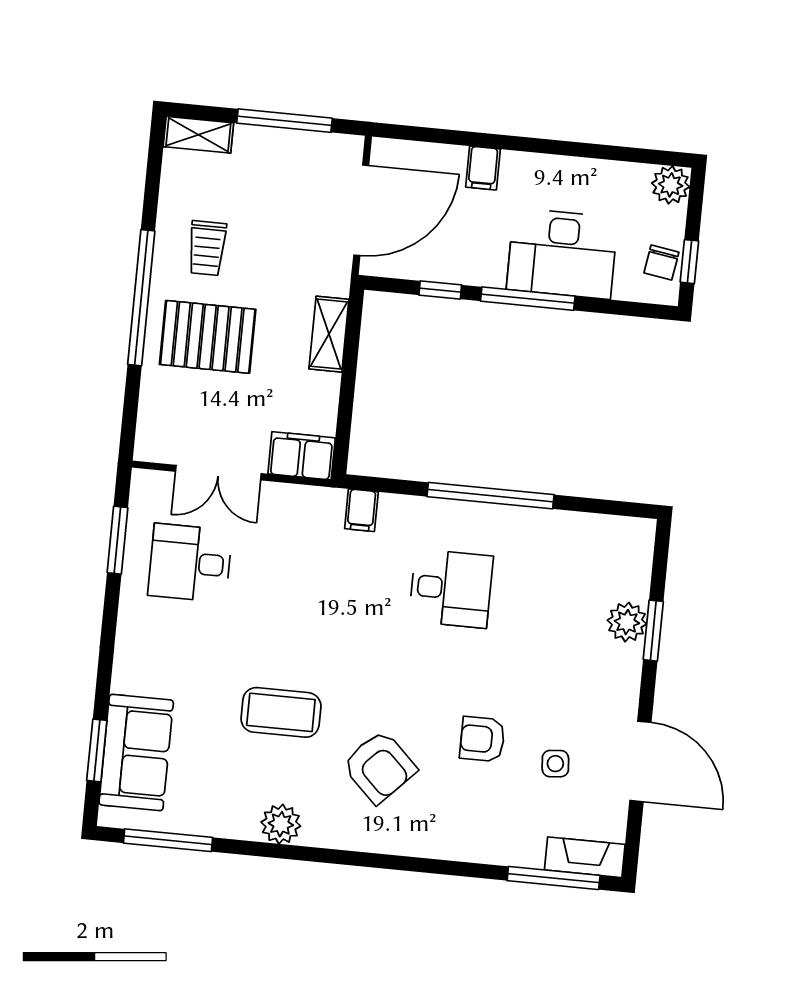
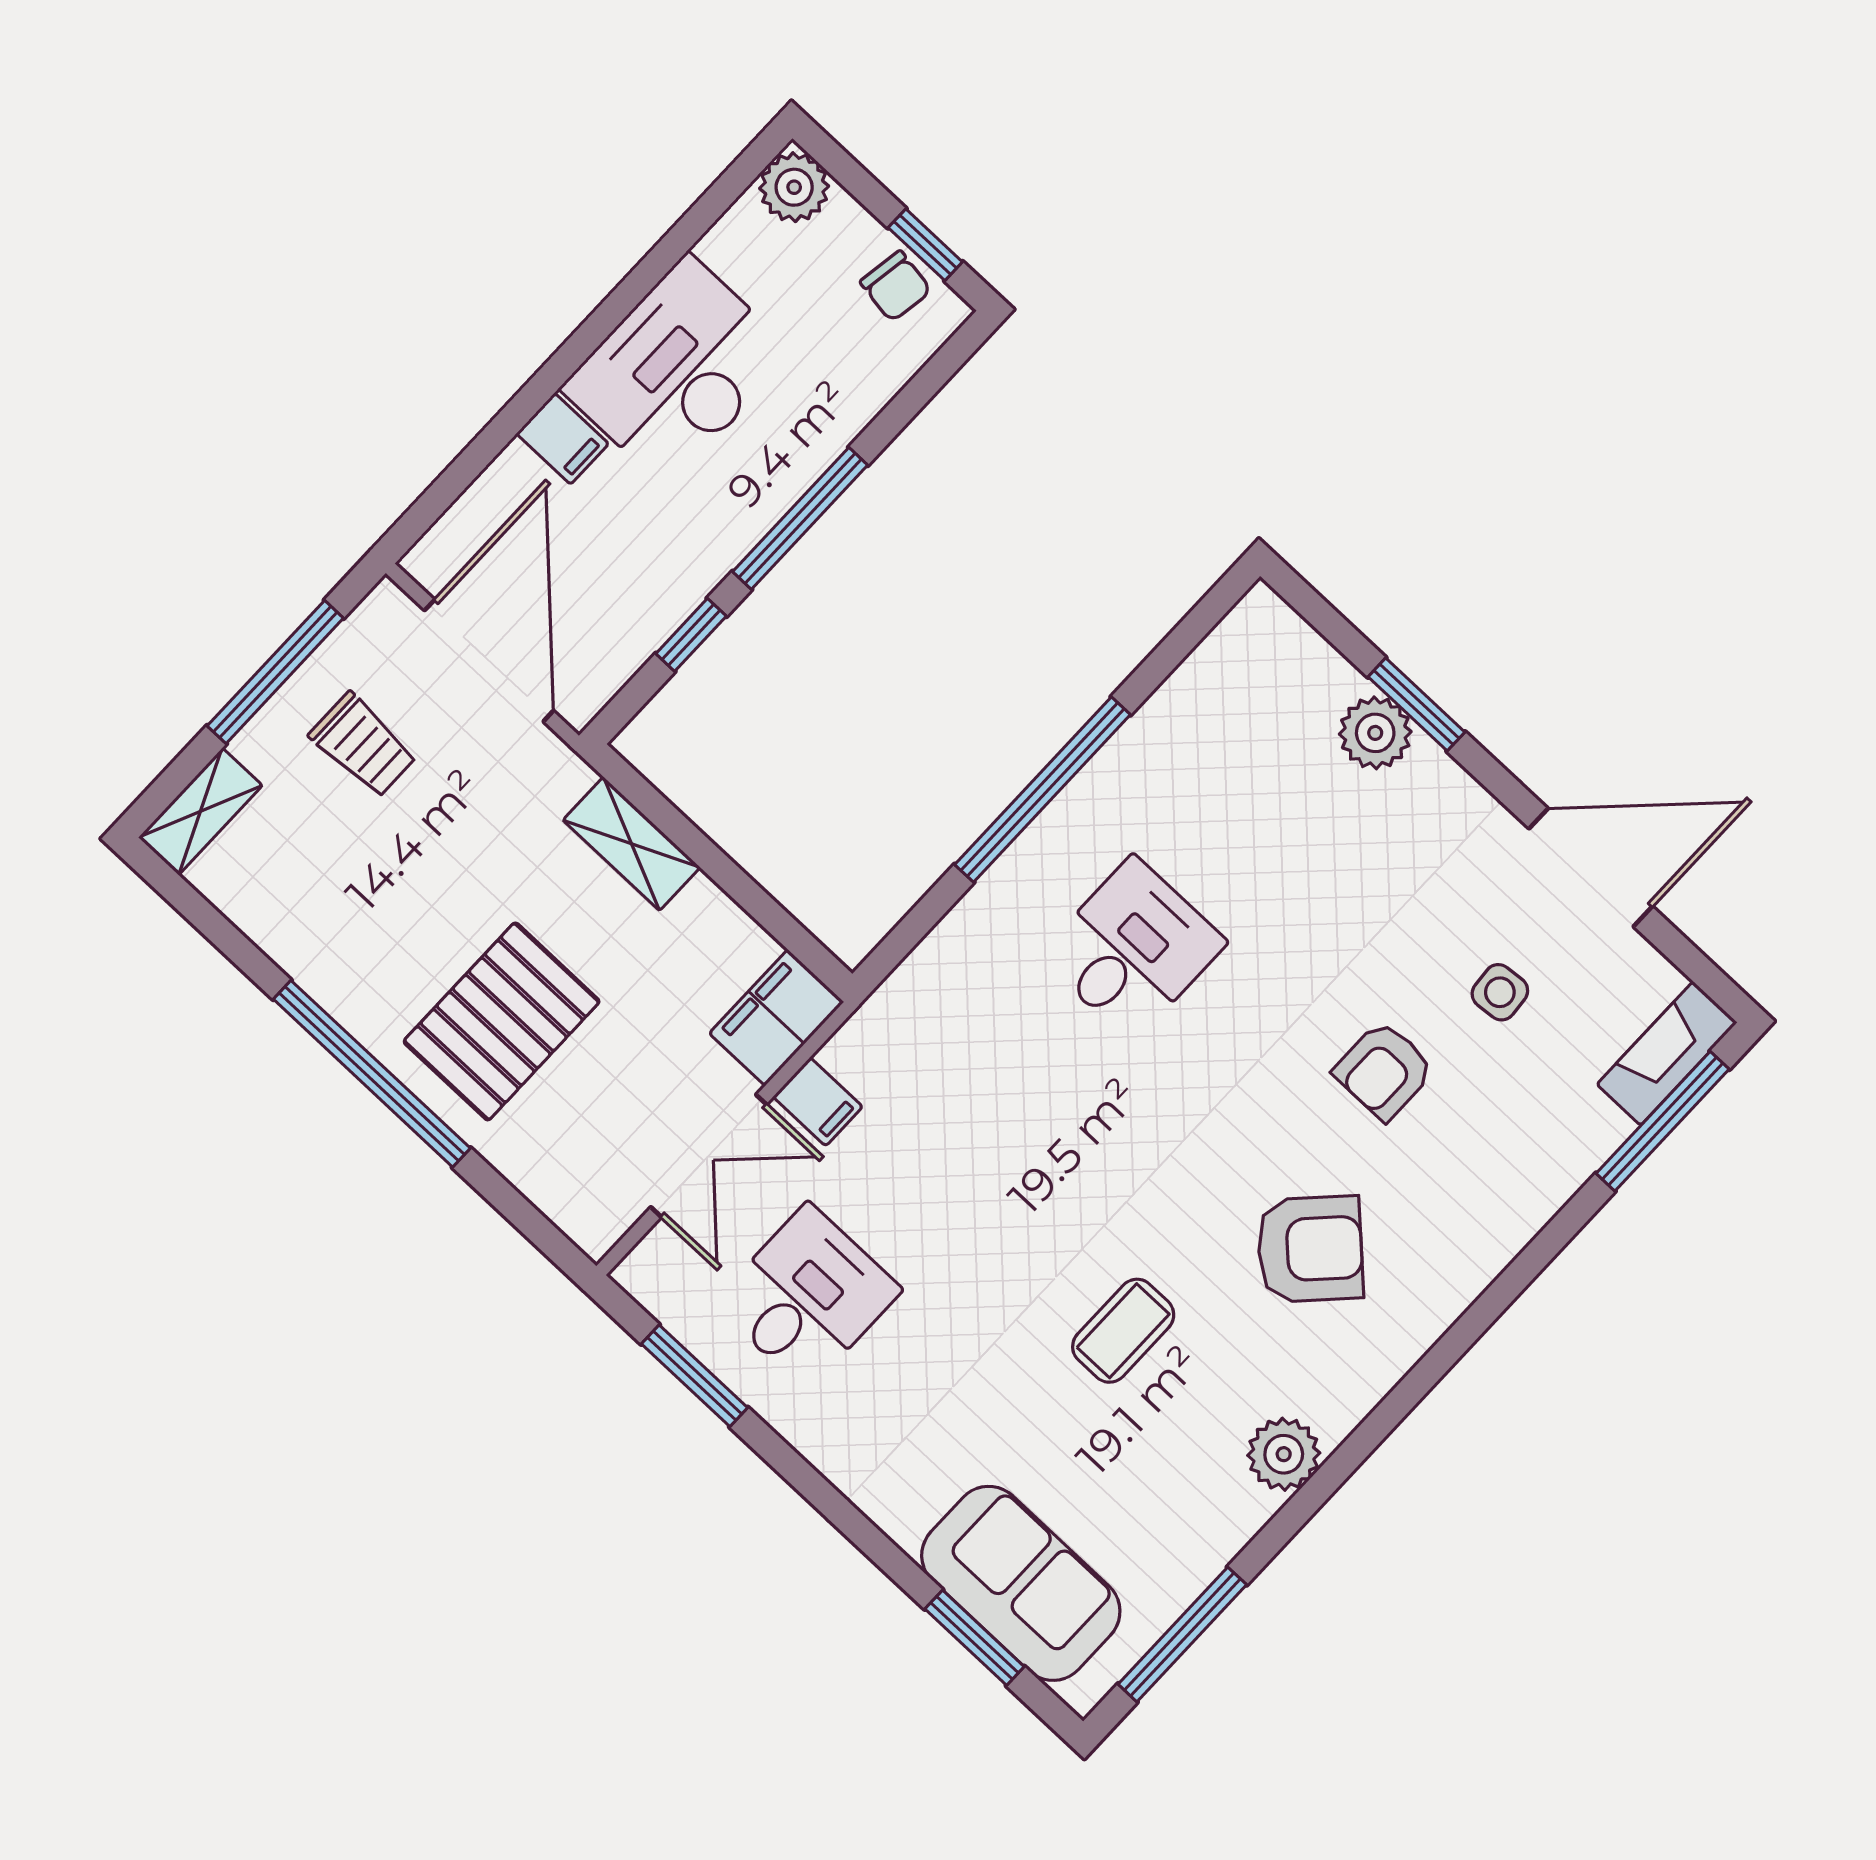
trolley: (207, 248) -> (363, 745), moved
desk: (562, 253) -> (677, 371), moved, turned 180
filing cabinet: (361, 510) -> (818, 1102), moved
desk: (190, 563) -> (807, 1297), turned 180
coffee table: (281, 712) -> (1123, 1331), width x0.73, depth x0.77

